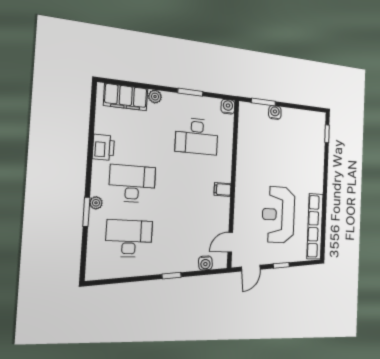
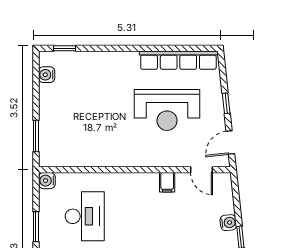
water cooler: (275, 112) -> (47, 75), moved
filing cabinet: (223, 189) -> (167, 182), moved
water cooler: (205, 263) -> (228, 223), moved
door: (251, 268) -> (230, 142), swing flipped

